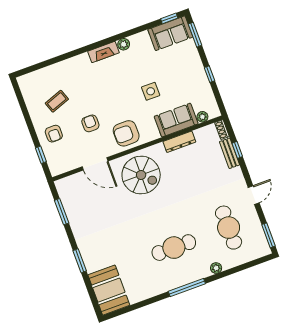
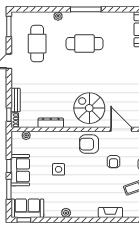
window: (195, 35) -> (9, 189), moved
fireplace: (103, 52) -> (110, 212), moved
sofa: (176, 120) -> (20, 170), moved, turned -90
armchair: (126, 133) -> (89, 144), turned 180
window: (237, 150) -> (9, 115), moved

